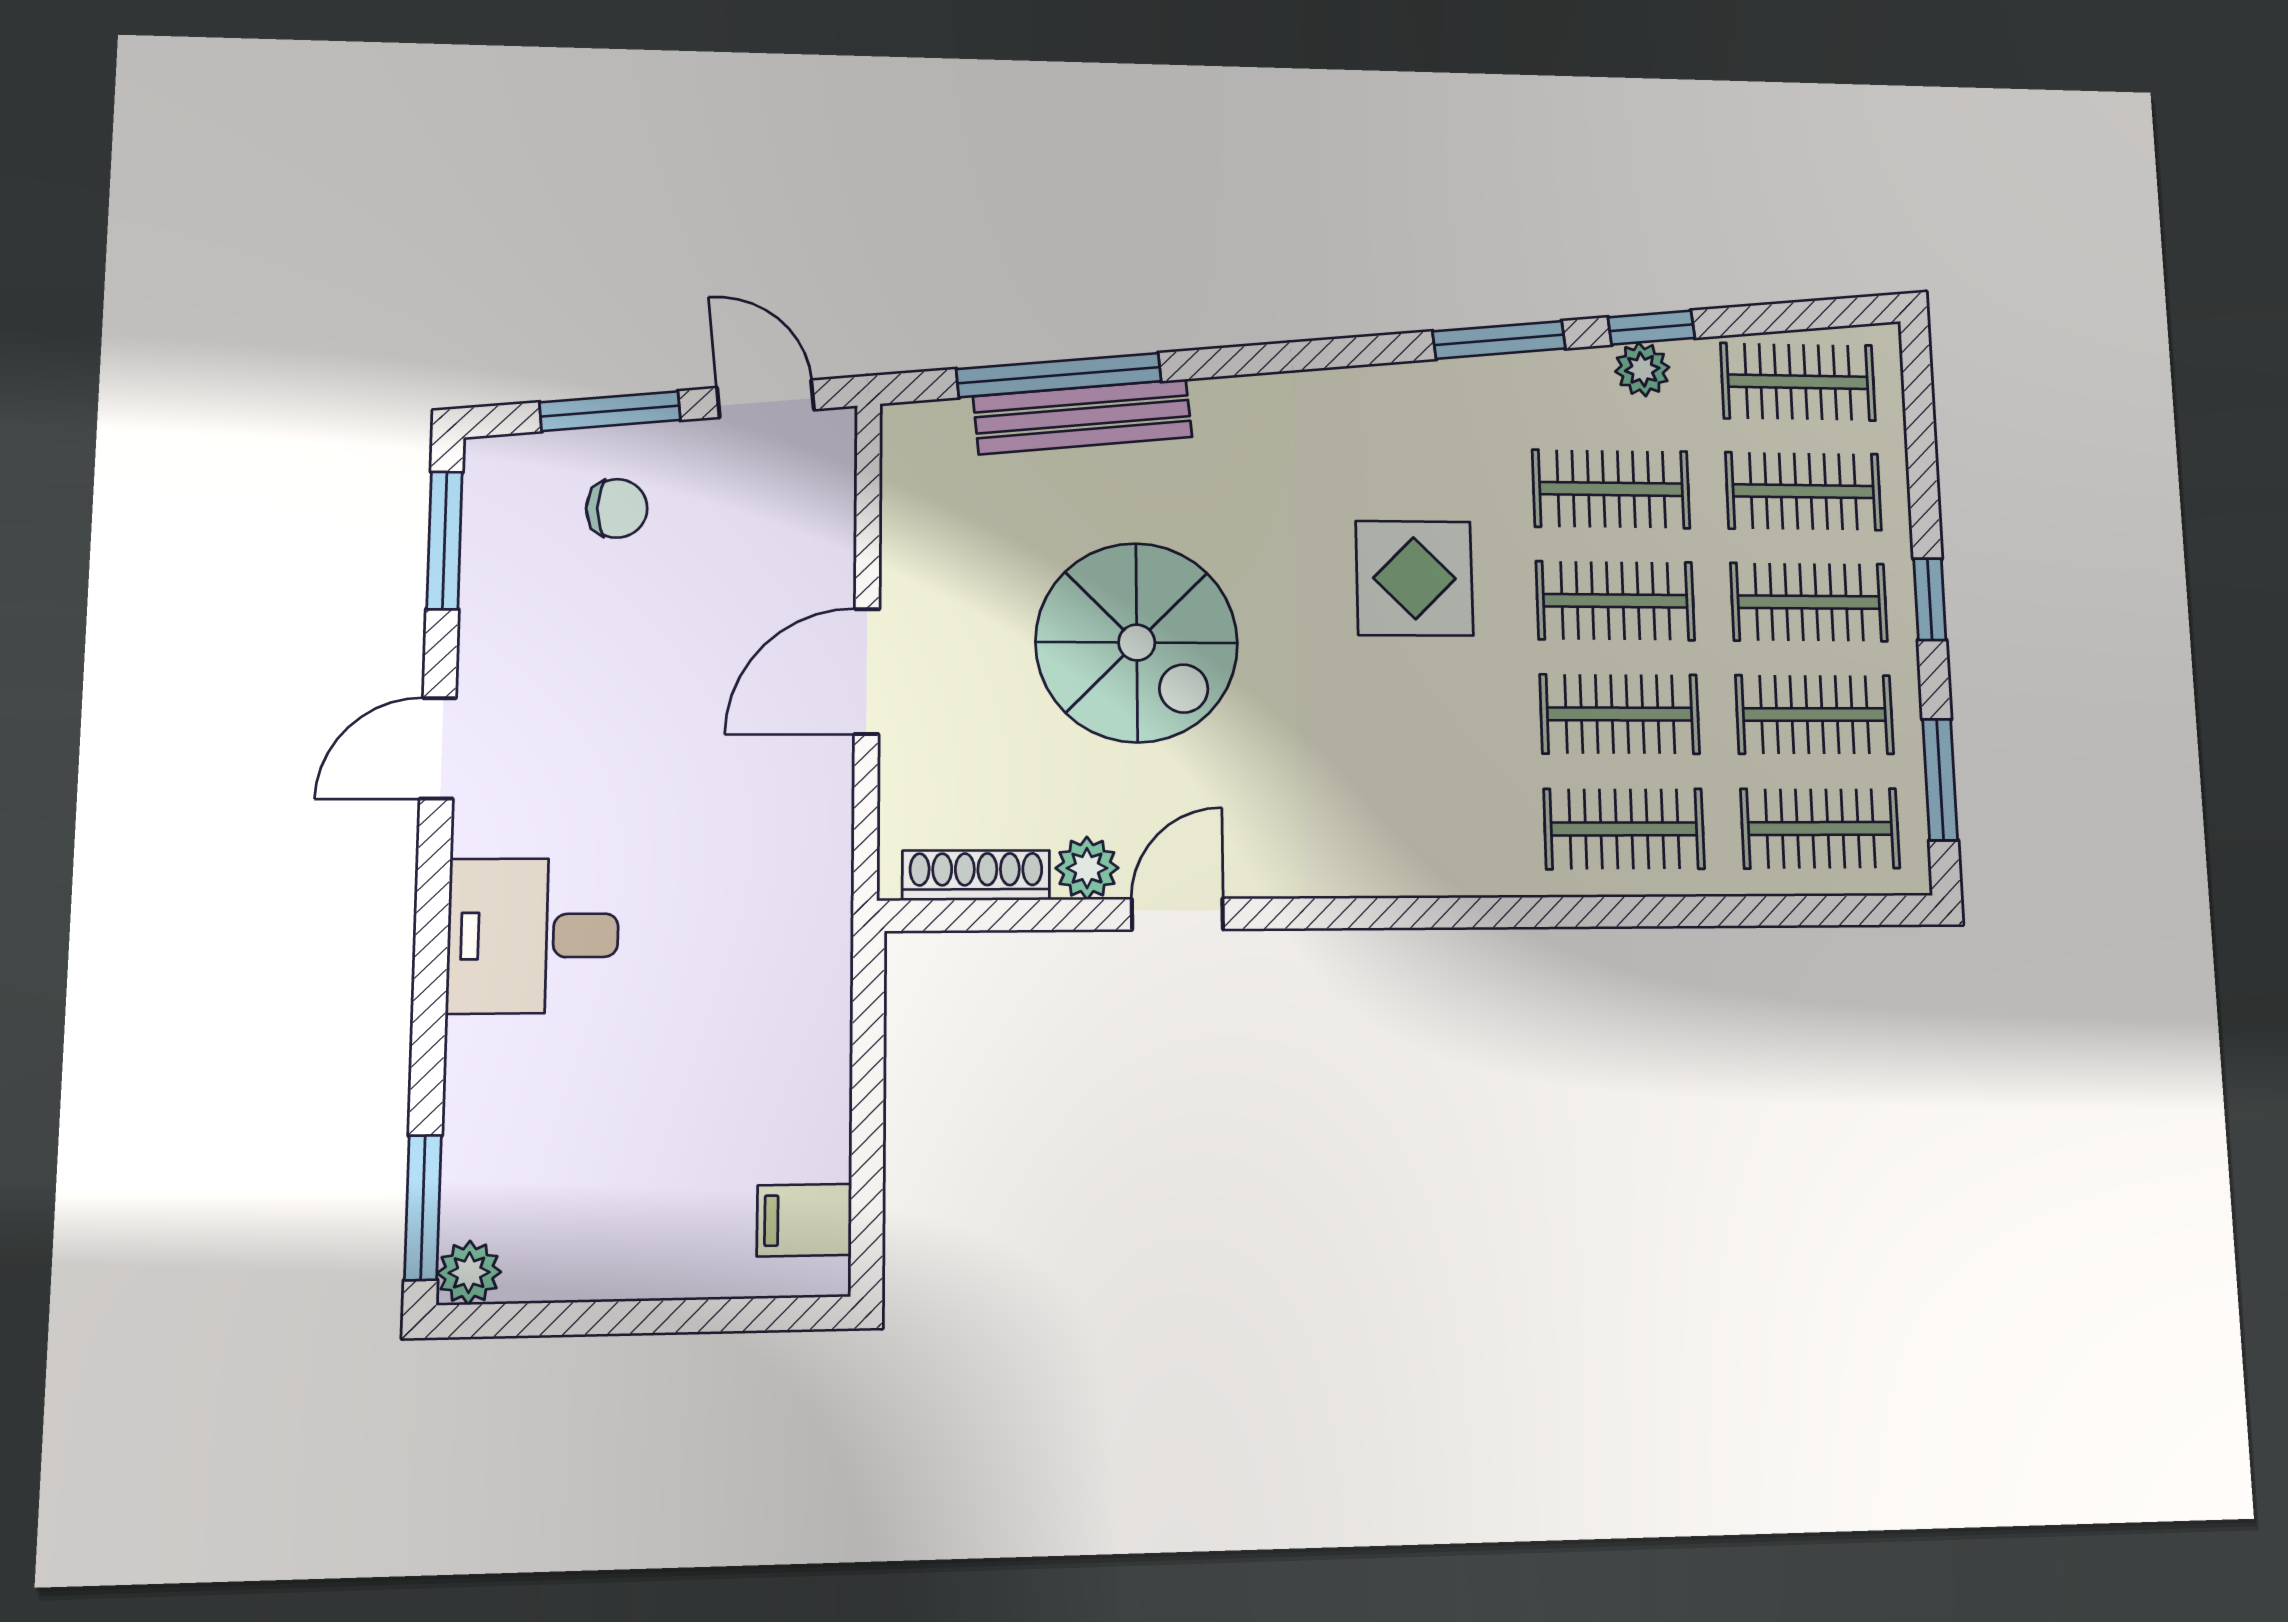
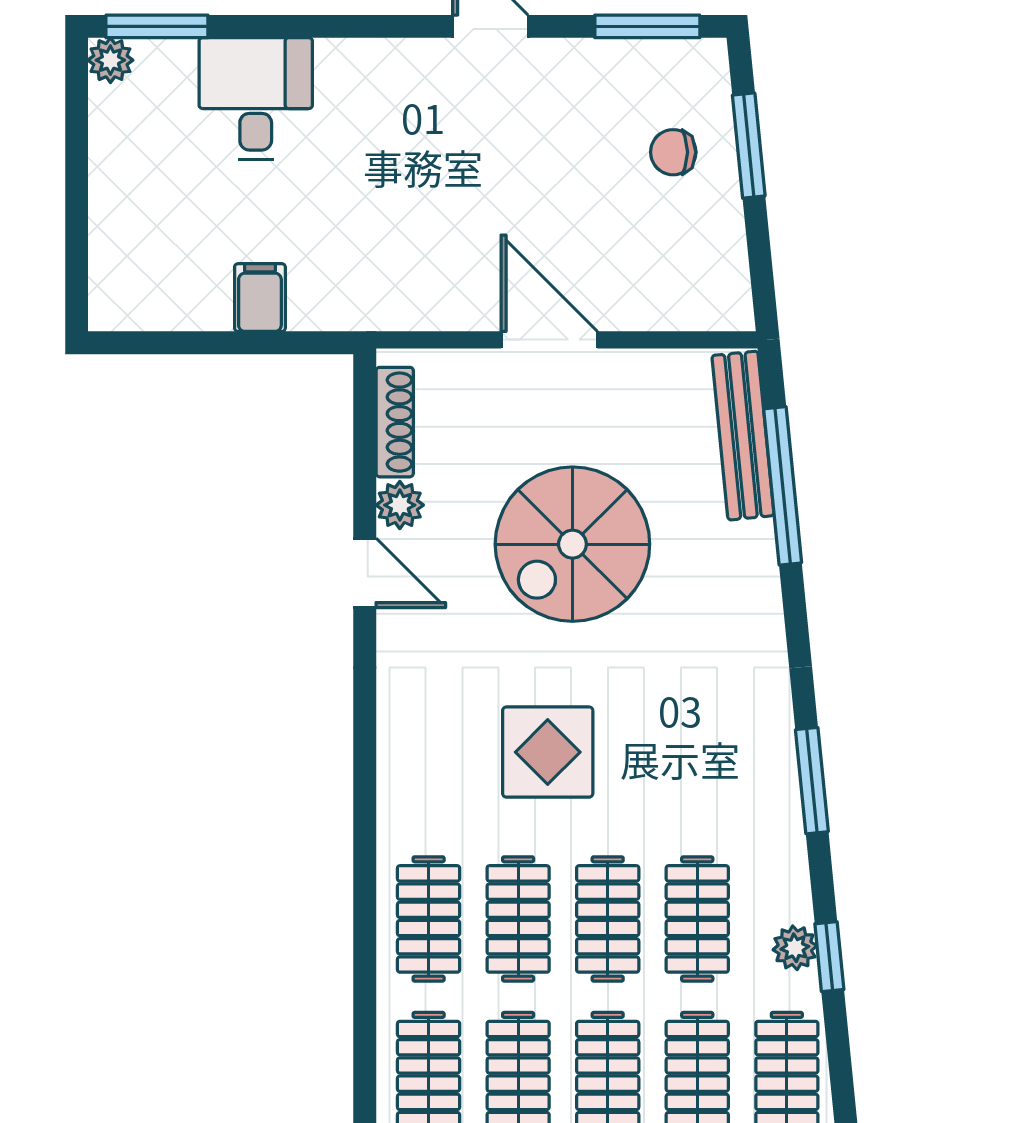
window: (1499, 340) -> (812, 781), moved
door: (766, 399) -> (760, 262), removed
bench: (1083, 417) -> (743, 436), moved
chair: (617, 508) -> (673, 152), turned 90
display table: (1414, 578) -> (548, 752), moved
desk: (533, 936) -> (256, 99), moved
filing cabinet: (804, 1220) -> (260, 298), moved

